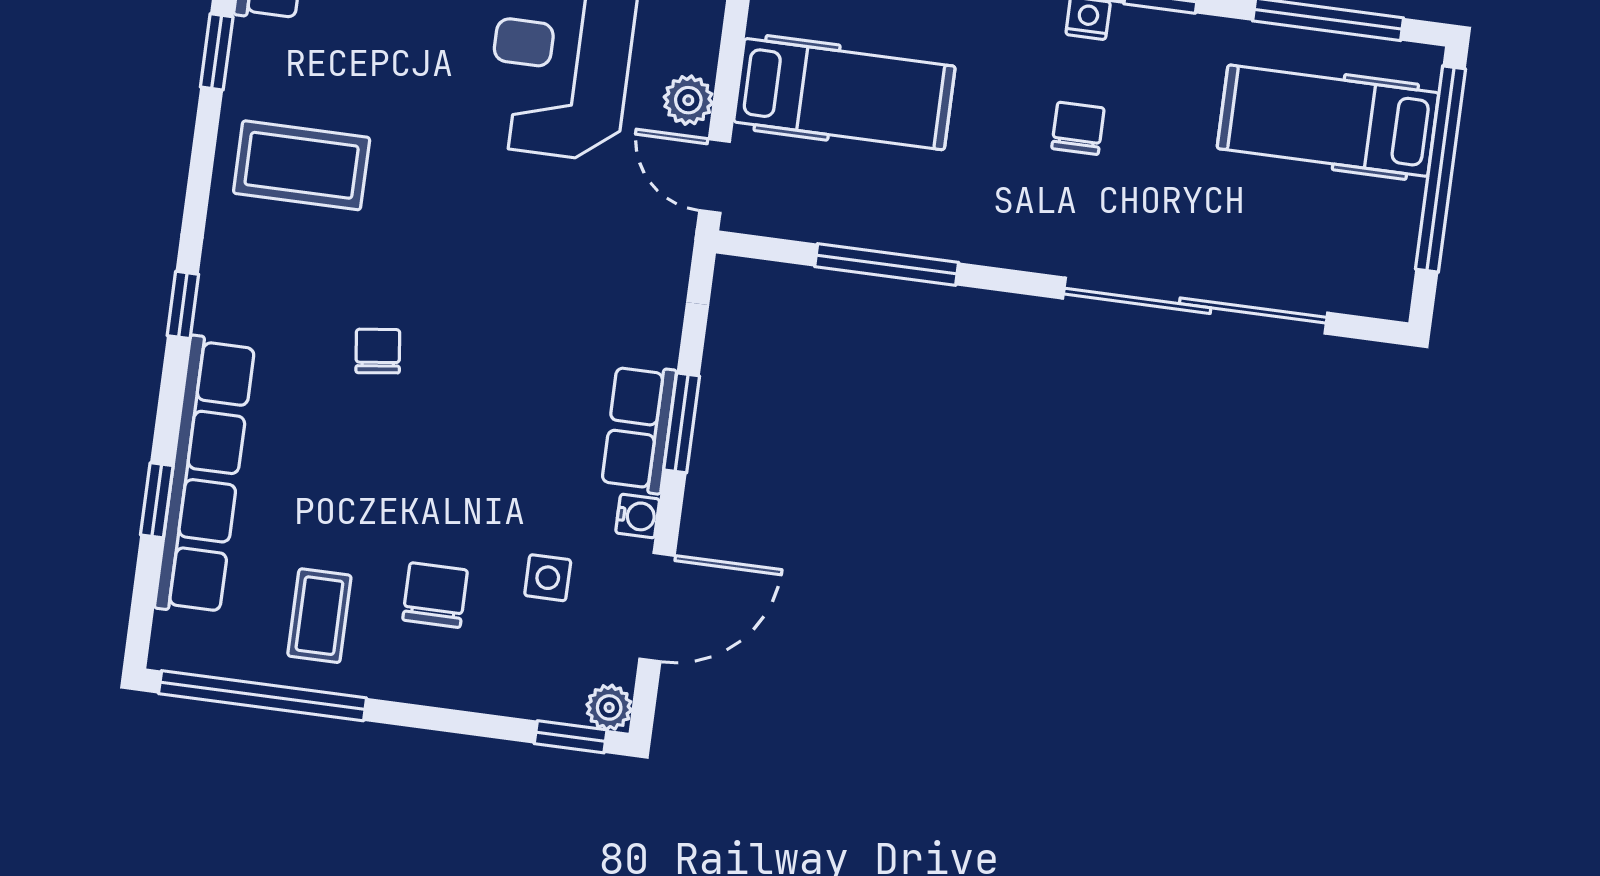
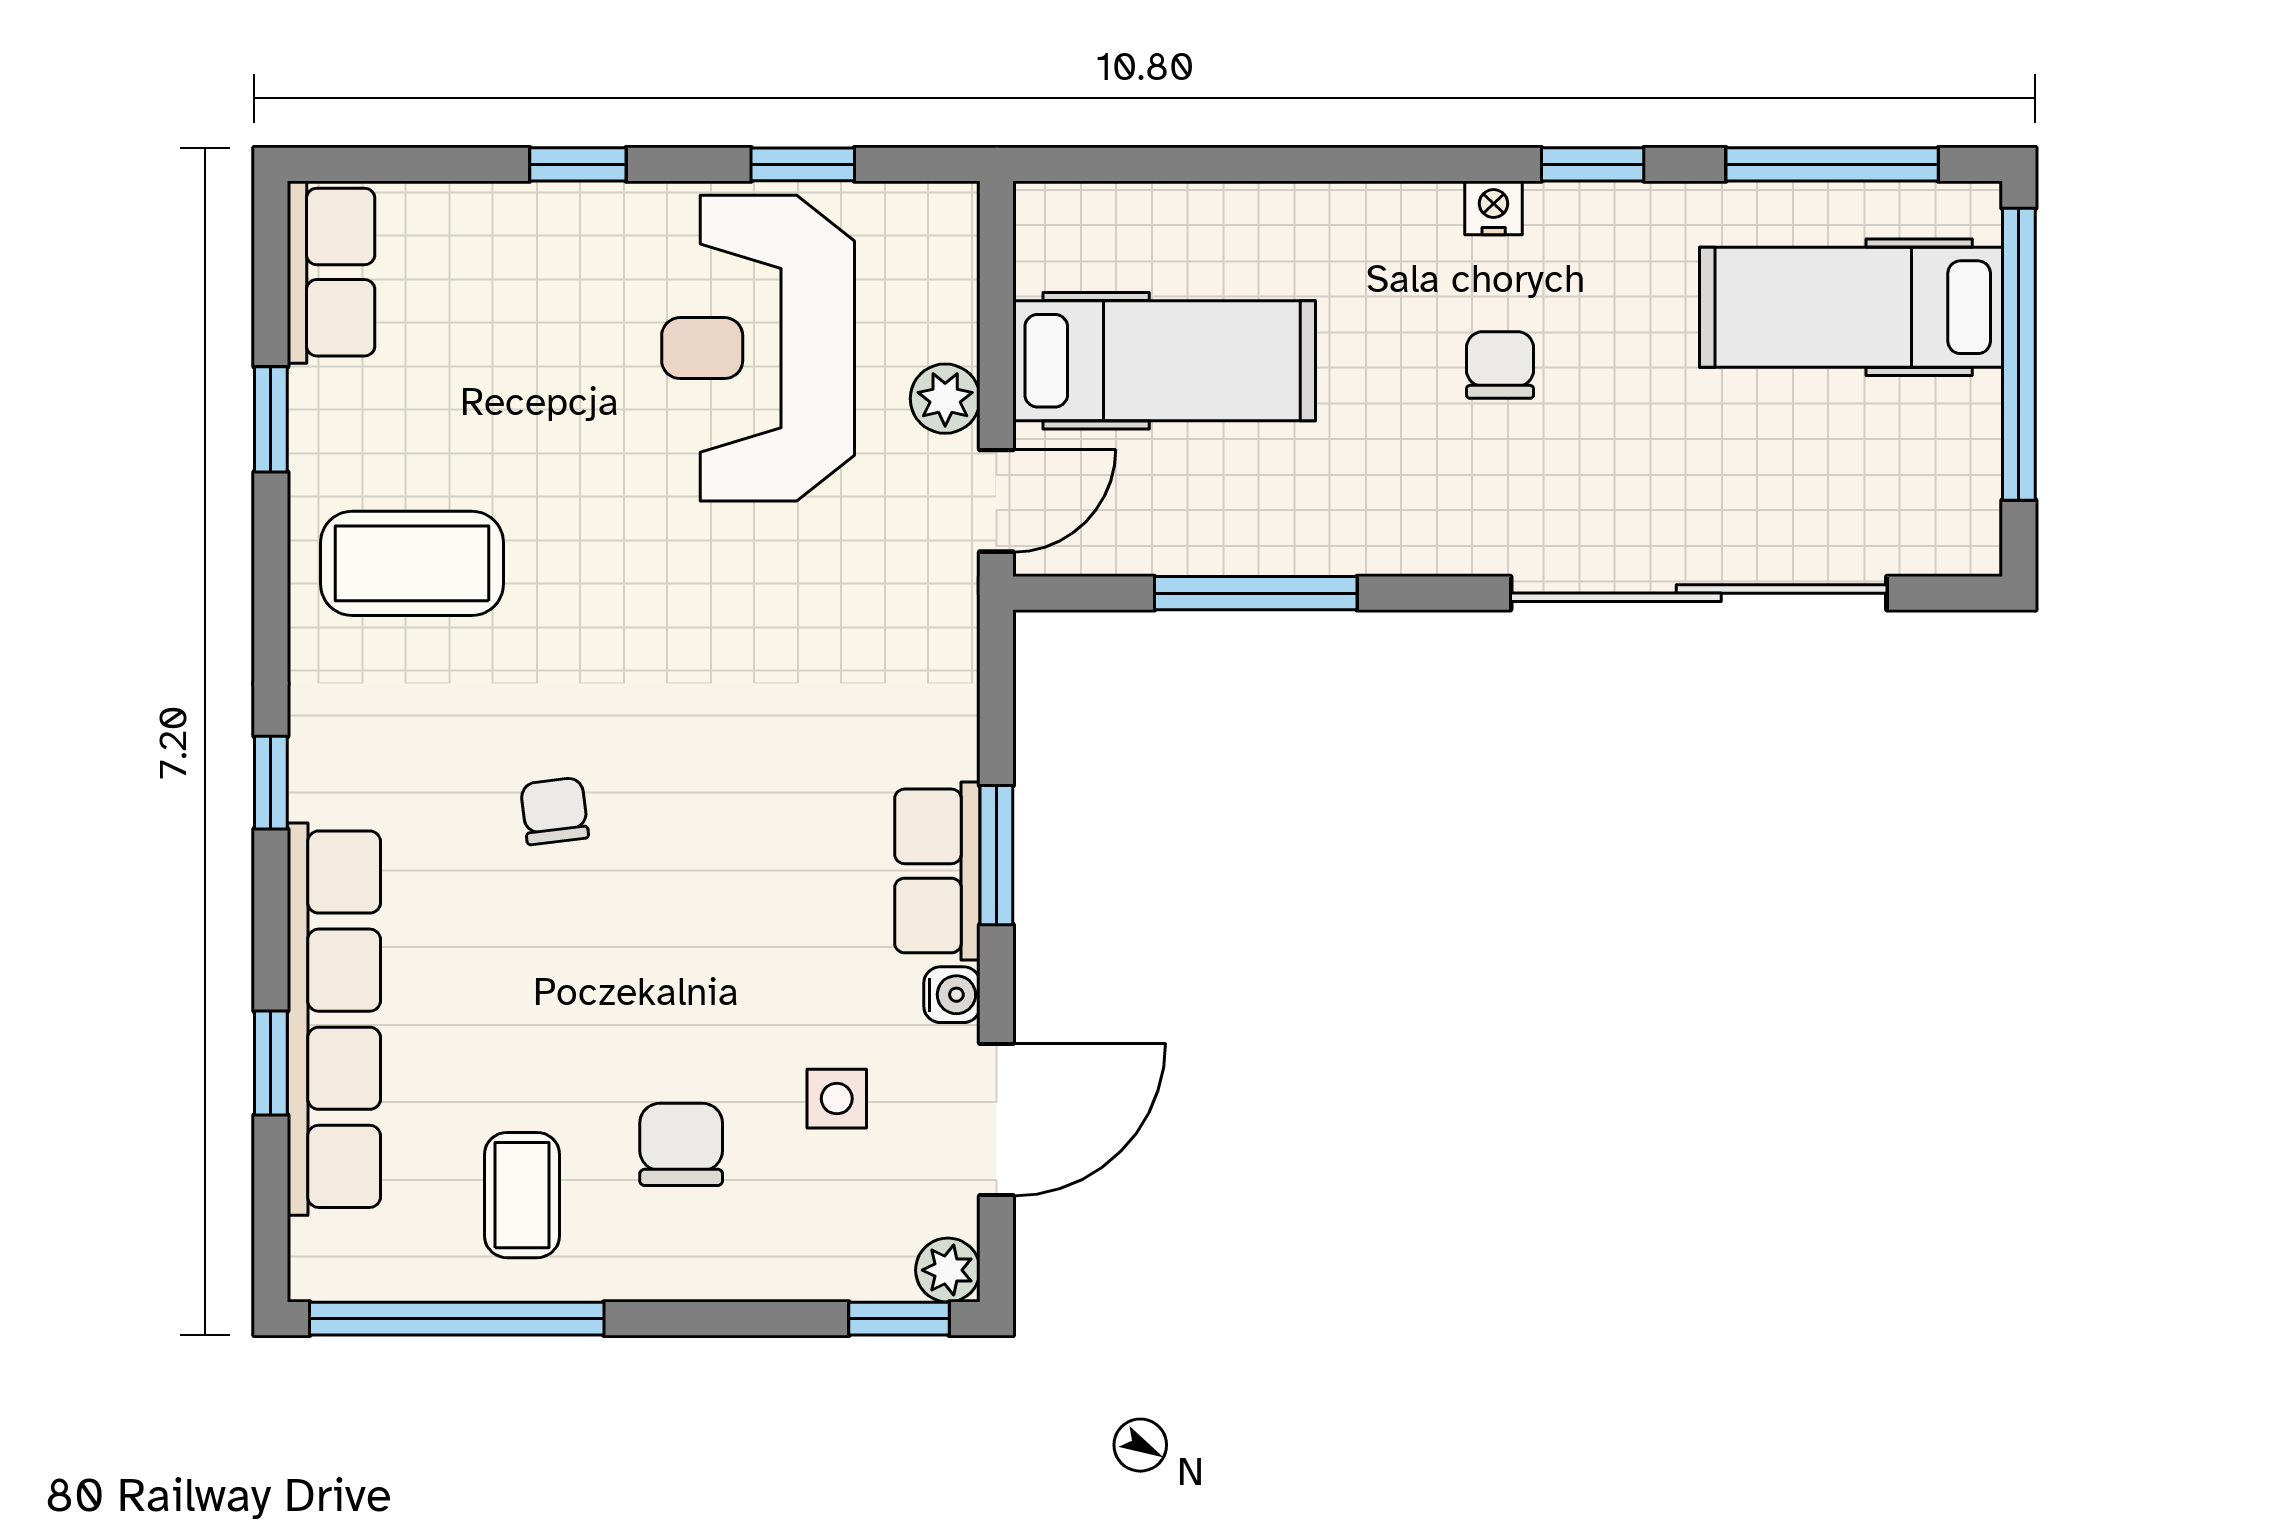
door: (715, 176) -> (996, 501), swing flipped

